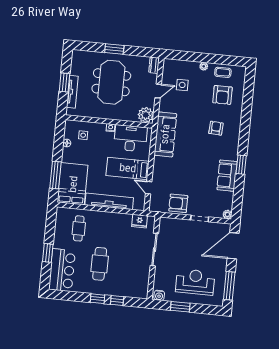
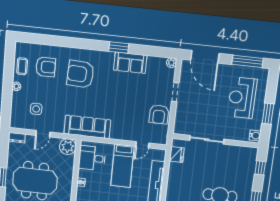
door: (158, 91) -> (43, 134), swing flipped
armchair: (216, 128) -> (80, 74), width x1.88, depth x1.88
desk: (130, 138) -> (92, 158), width x0.73
window: (117, 301) -> (260, 168), moved

